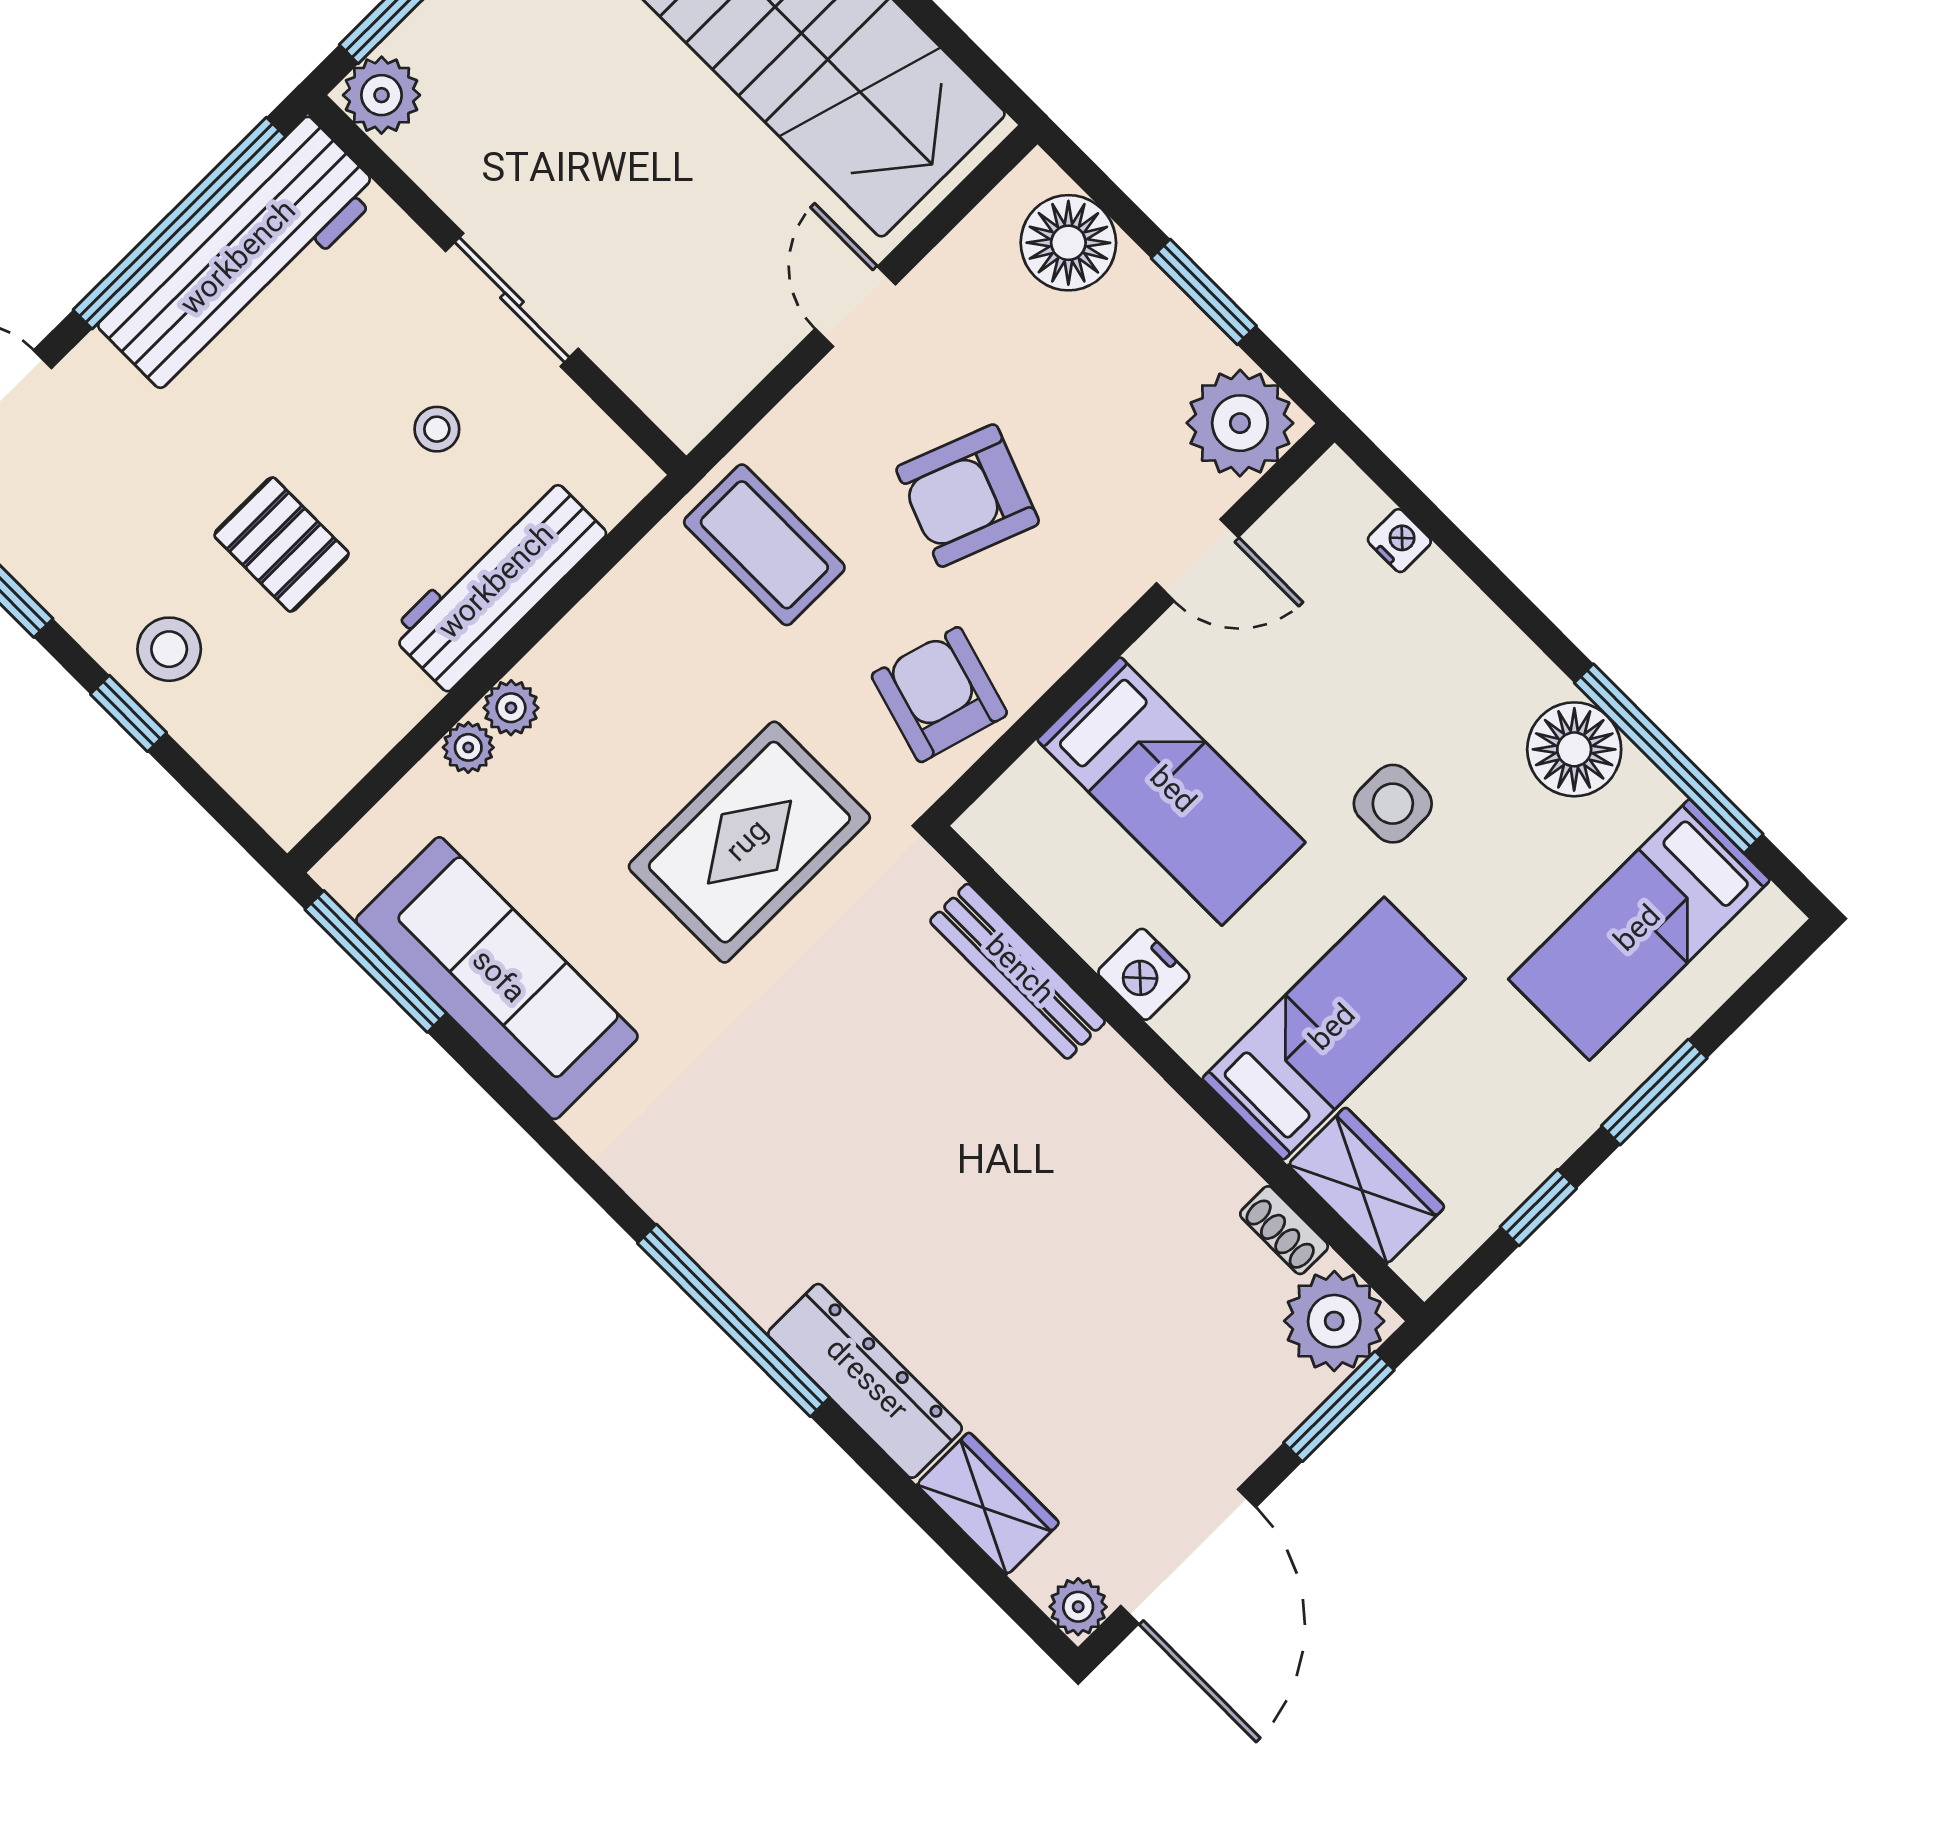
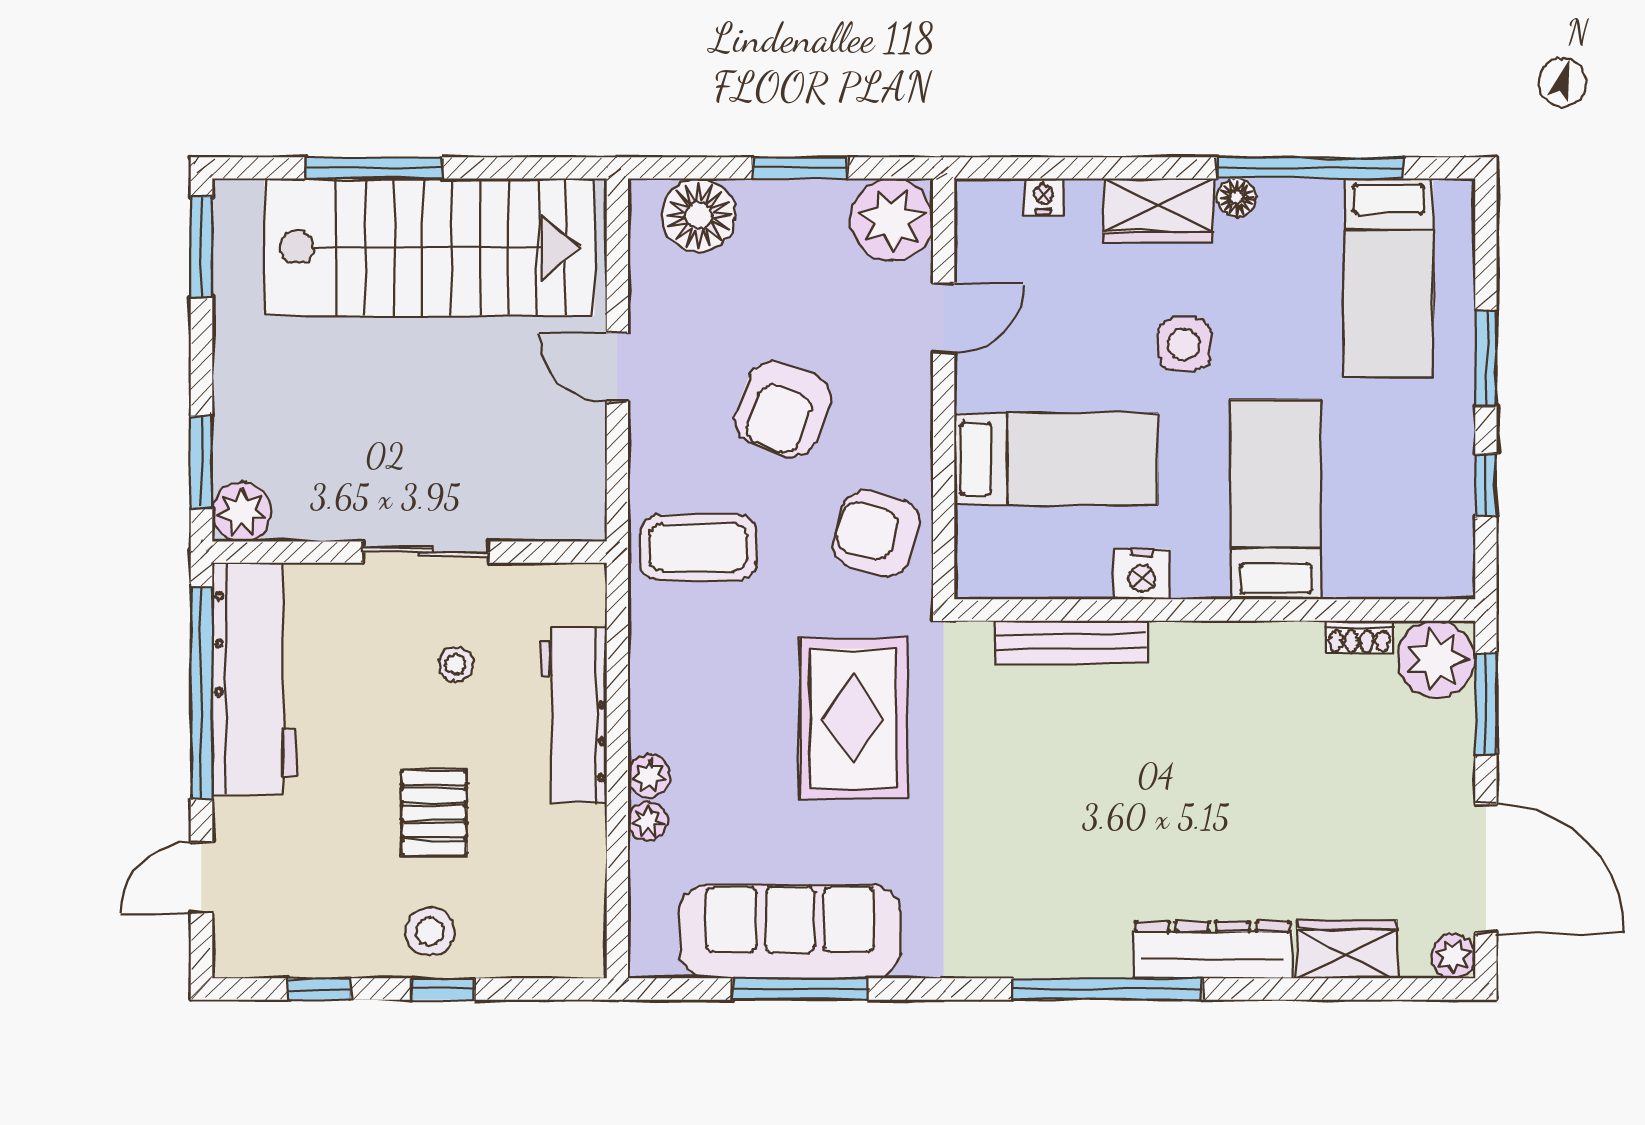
pallet: (282, 544) -> (434, 813), turned 90
floor lamp: (1574, 749) -> (1237, 198), width x0.53, depth x0.53
window: (376, 961) -> (800, 989), moved
wardrobe: (1366, 1186) -> (1158, 210), moved, turned 180

